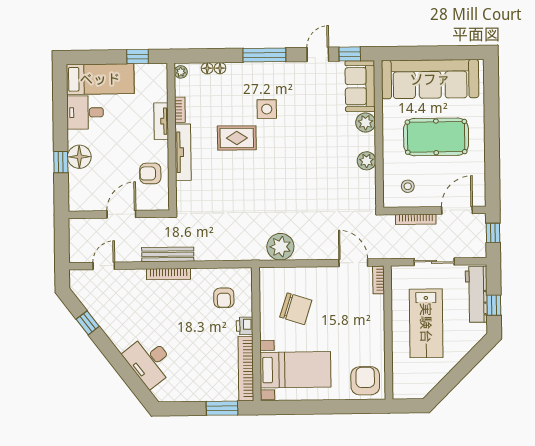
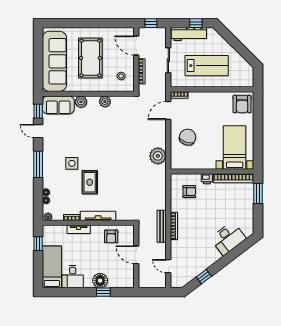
chair: (296, 309) -> (188, 137), moved
armchair: (365, 381) -> (242, 104), turned -90

